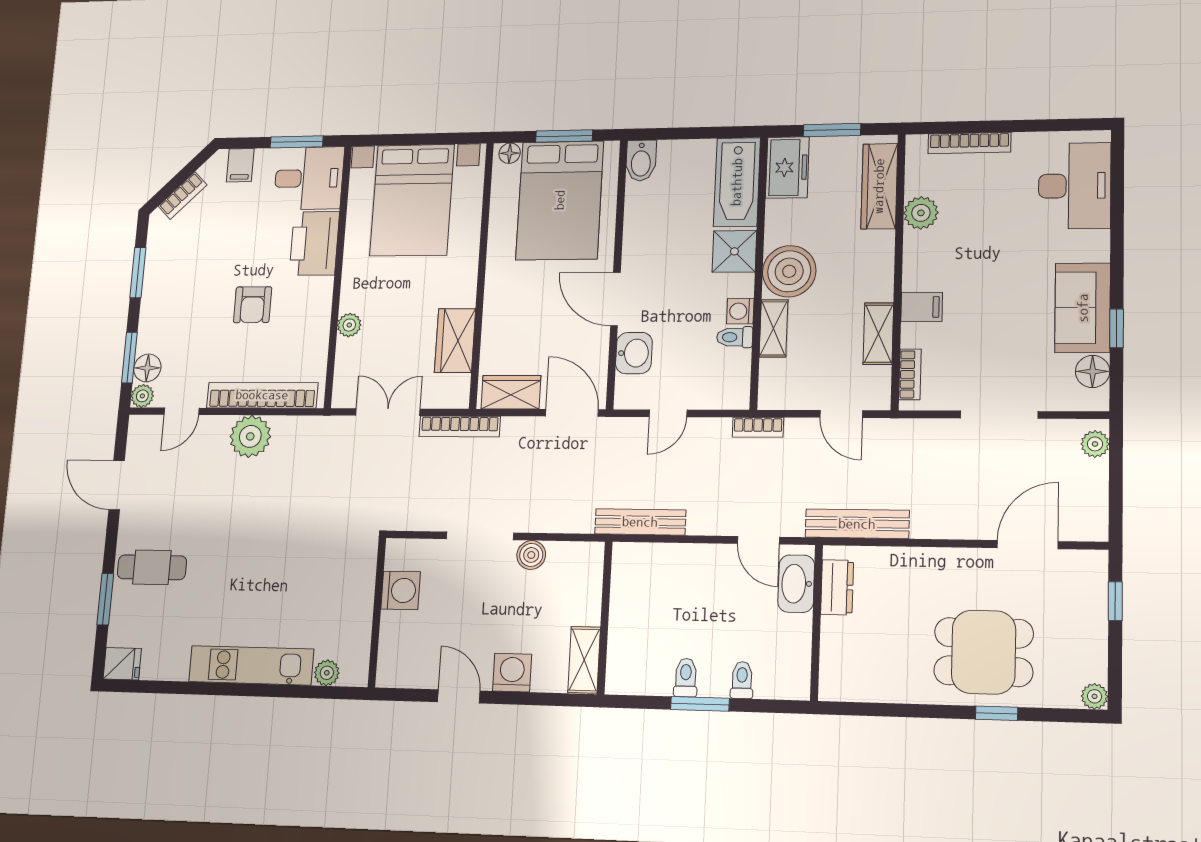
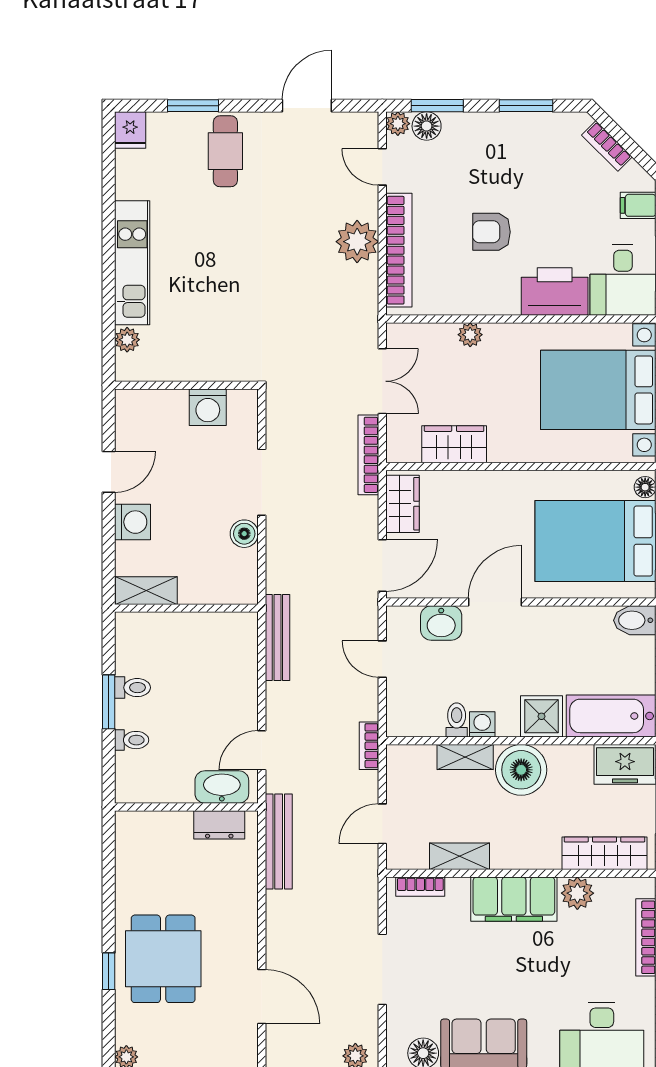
filing cabinet: (922, 307) -> (514, 899), width x3.00, depth x1.17

